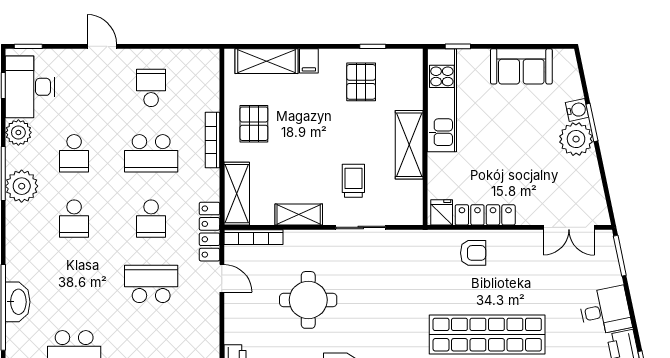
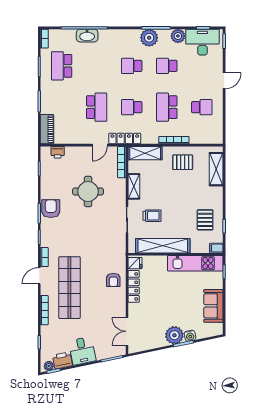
filing cabinet: (309, 61) -> (216, 248), moved
pallet: (361, 82) -> (205, 220), turned 90
shelving: (409, 145) -> (163, 246), width x1.47

